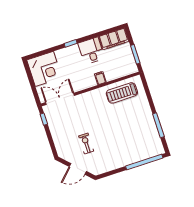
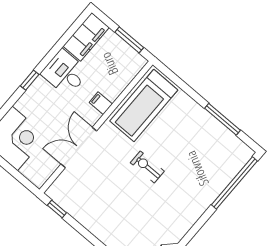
treadmill: (122, 93) -> (144, 105), width x1.37, depth x1.38
double door: (60, 99) -> (79, 148), moved
exercise bike: (86, 144) -> (147, 167), moved

